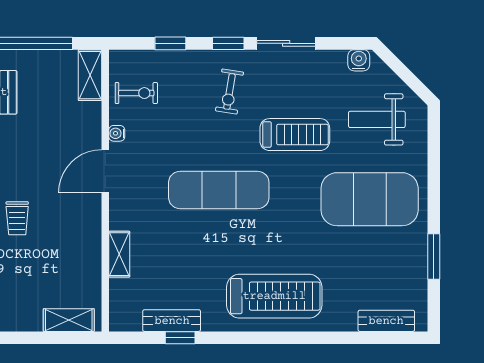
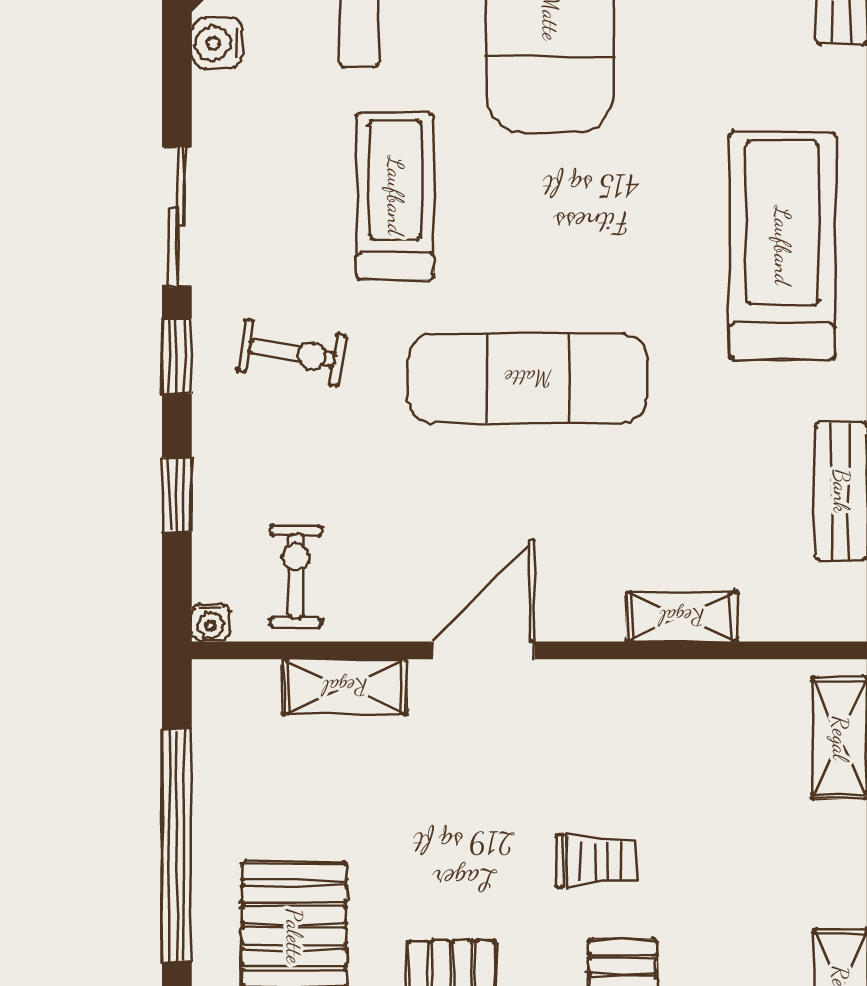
shelving: (90, 75) -> (345, 687), moved
water cooler: (117, 133) -> (210, 623), moved
door: (105, 171) -> (483, 650), swing flipped
exercise mat: (219, 190) -> (528, 378), turned 90

